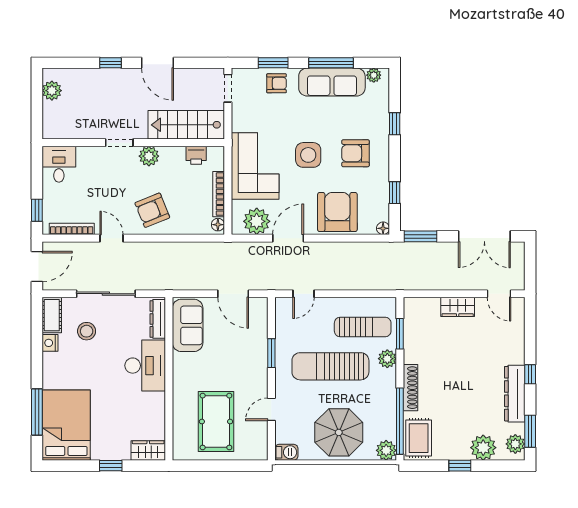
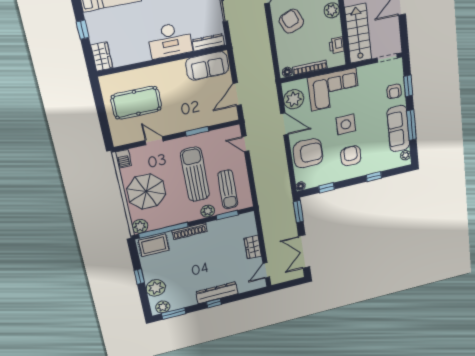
dresser: (515, 394) -> (217, 293), moved

